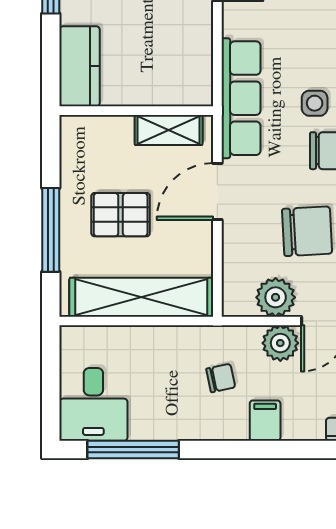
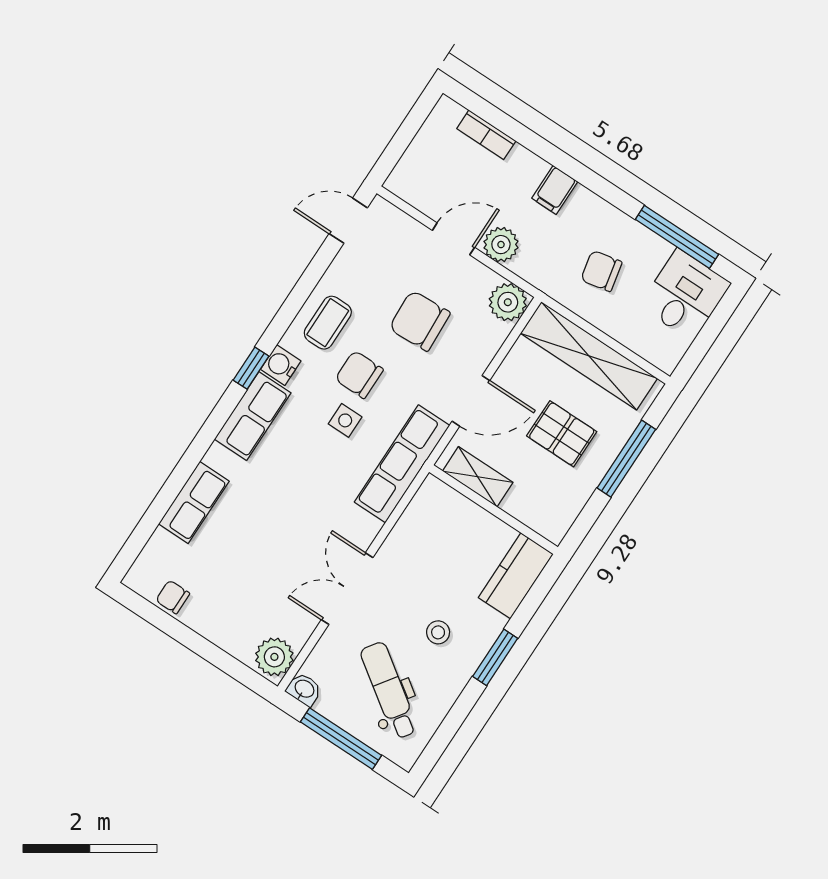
plant: (276, 297) -> (508, 302), moved
chair: (221, 378) -> (601, 271), moved, width x1.37, depth x1.37

